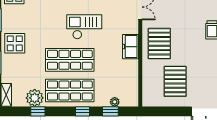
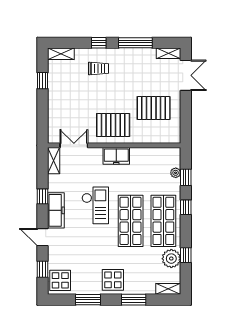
checkout: (84, 27) -> (95, 205), turned 180

